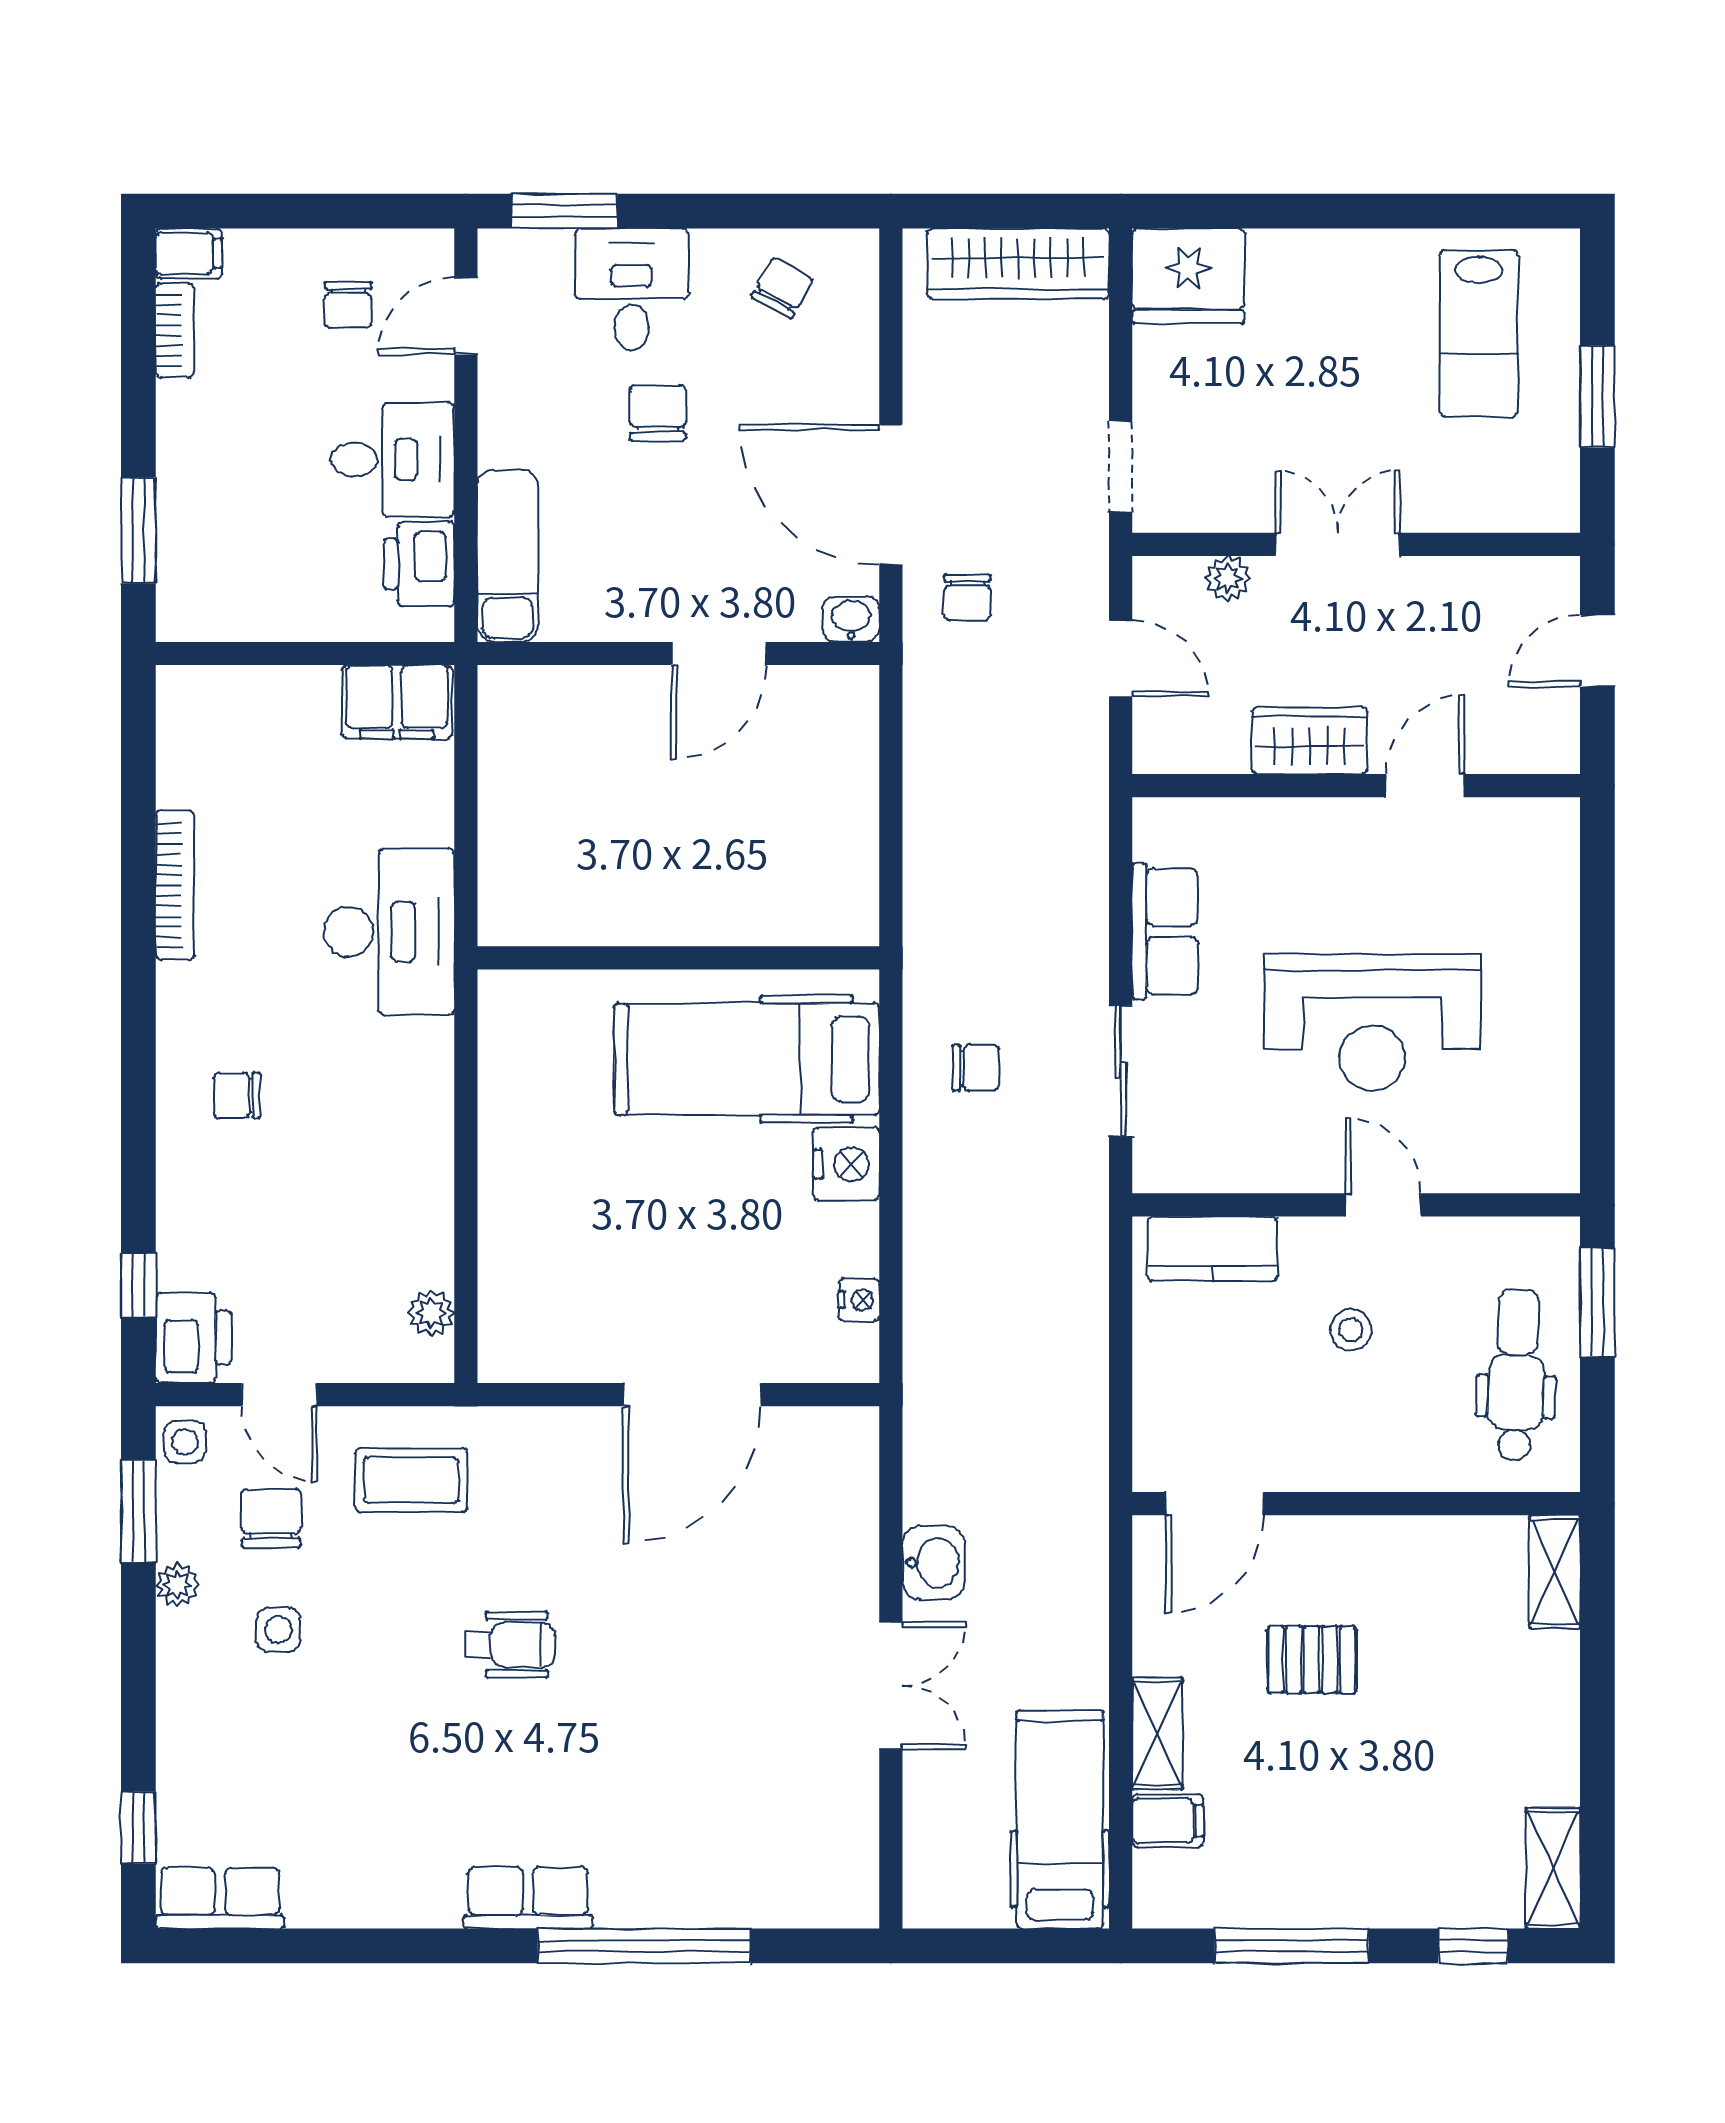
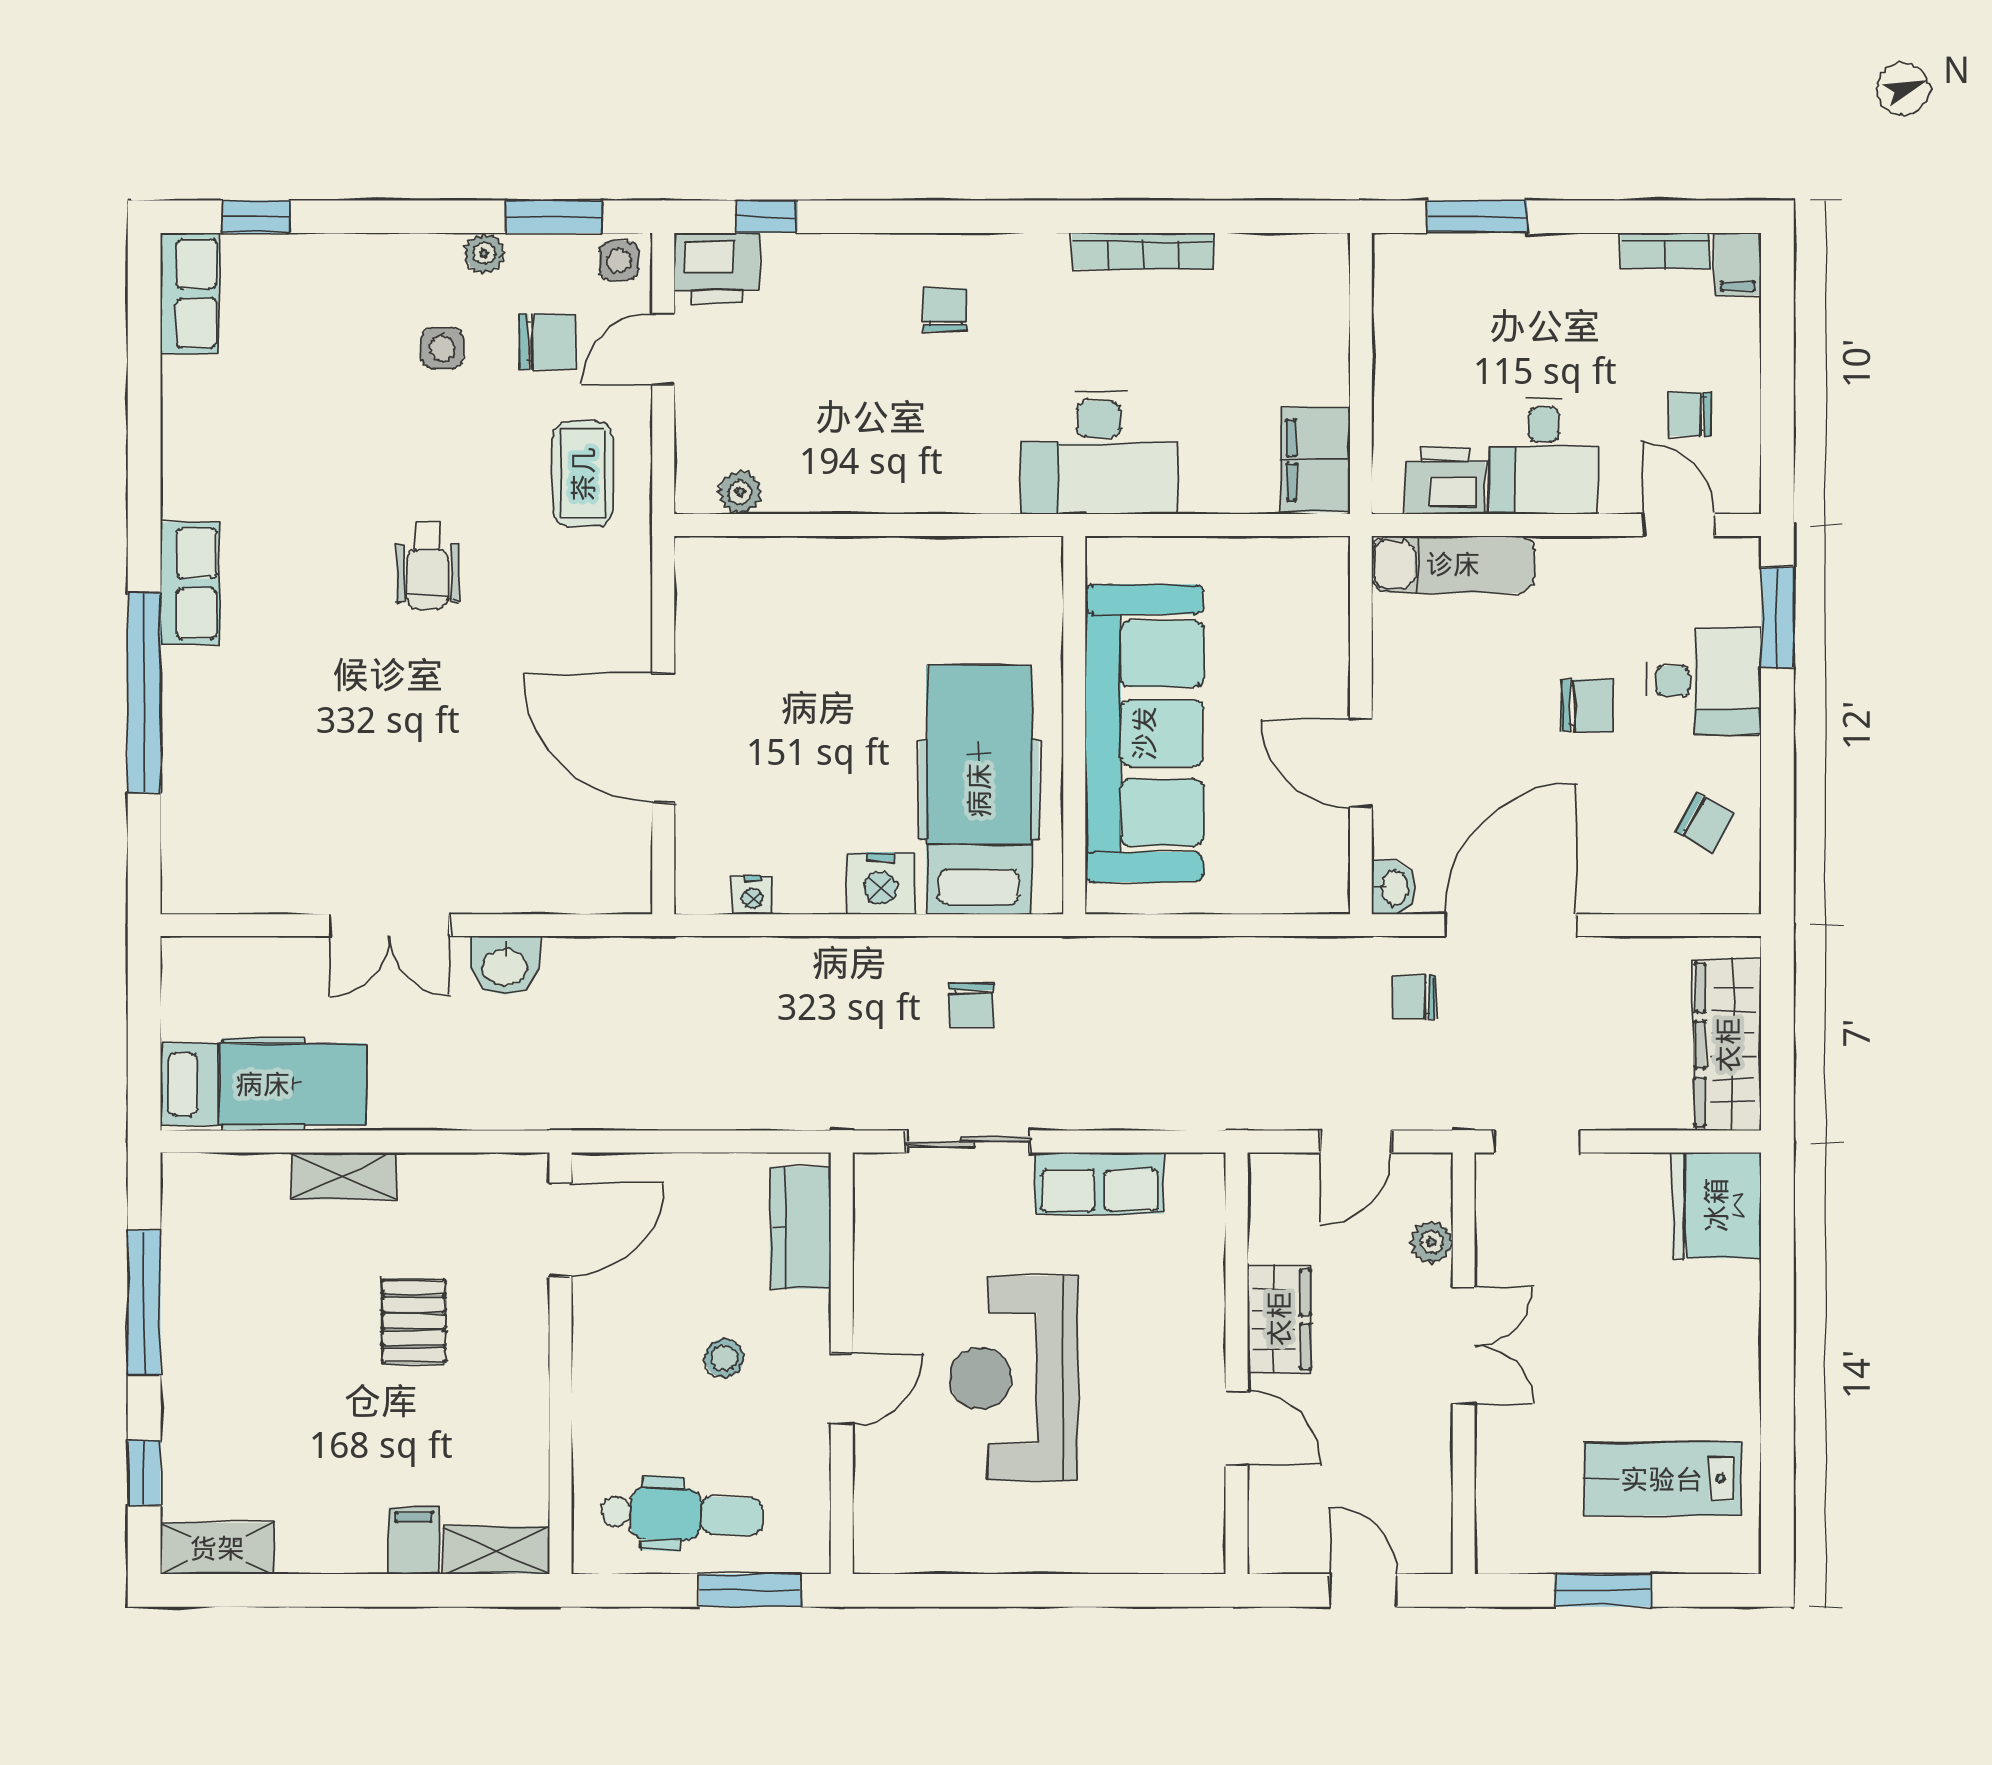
sofa: (687, 884) -> (1144, 733), added
door: (1215, 1504) -> (561, 1230), swing flipped
filing cabinet: (1168, 1821) -> (414, 1541), moved, turned 180

